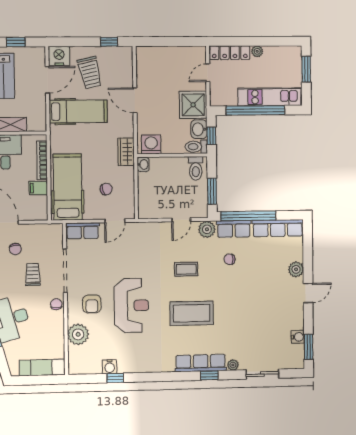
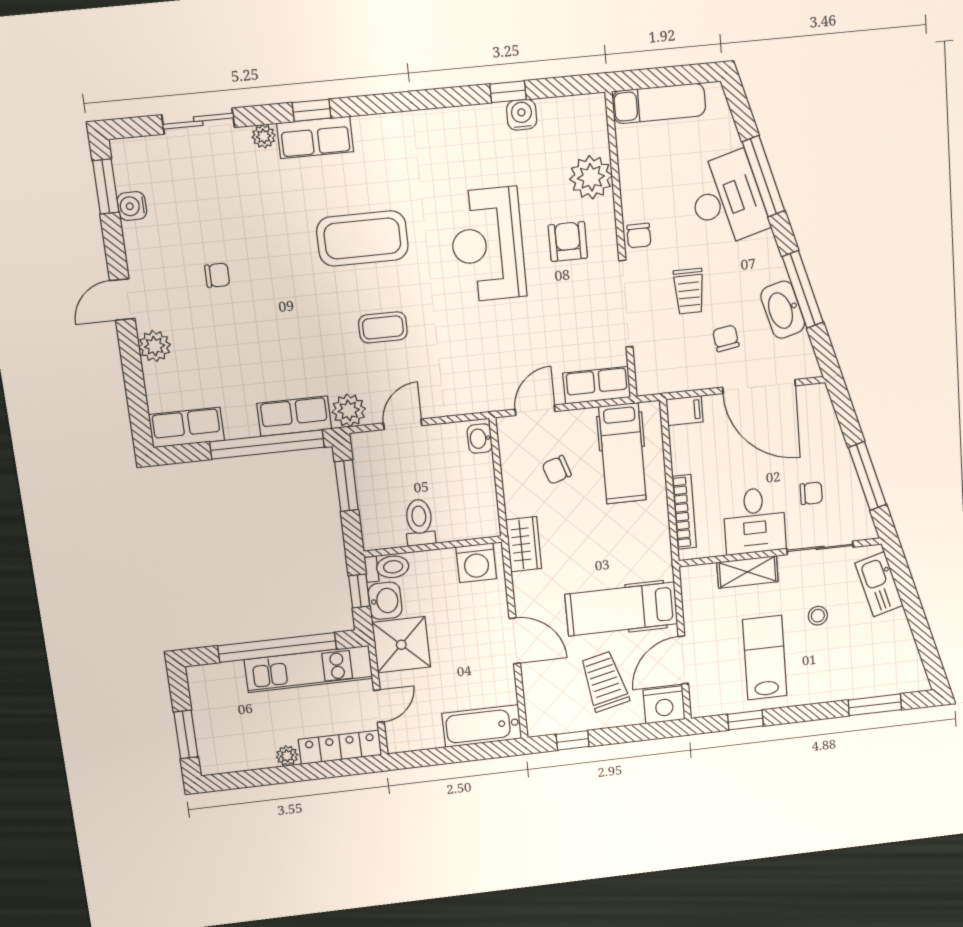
bathtub: (156, 56) -> (482, 726), added
kitchen unit: (269, 97) -> (309, 669), moved
washbasin: (143, 164) -> (480, 439), moved
toilet: (196, 168) -> (420, 522), moved
hospital bed: (68, 187) -> (622, 453), width x0.73, depth x0.78
filing cabinet: (38, 188) -> (685, 411), moved
row of seats: (278, 228) -> (186, 427), width x0.68
chair: (230, 259) -> (217, 275), moved
row of seats: (201, 363) -> (315, 137), width x0.68

